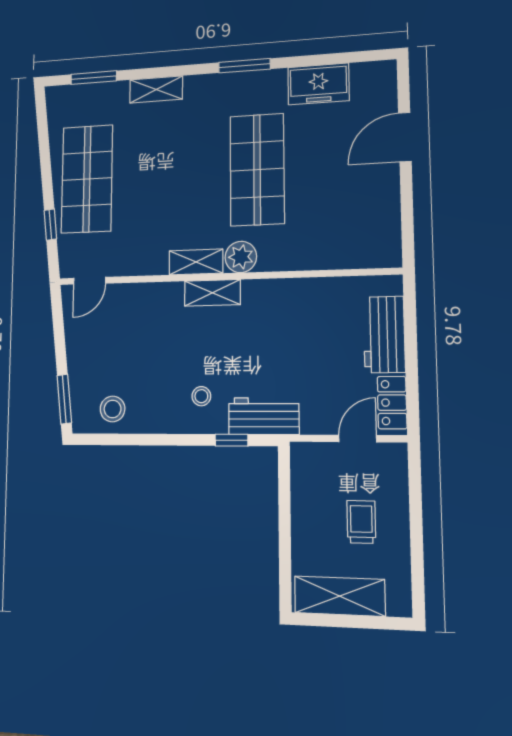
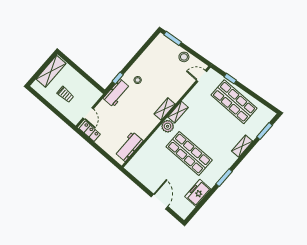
door: (90, 281) -> (201, 76), hinge flipped
workbench: (384, 334) -> (129, 147), moved, turned -90
stool: (113, 409) -> (184, 57), moved

